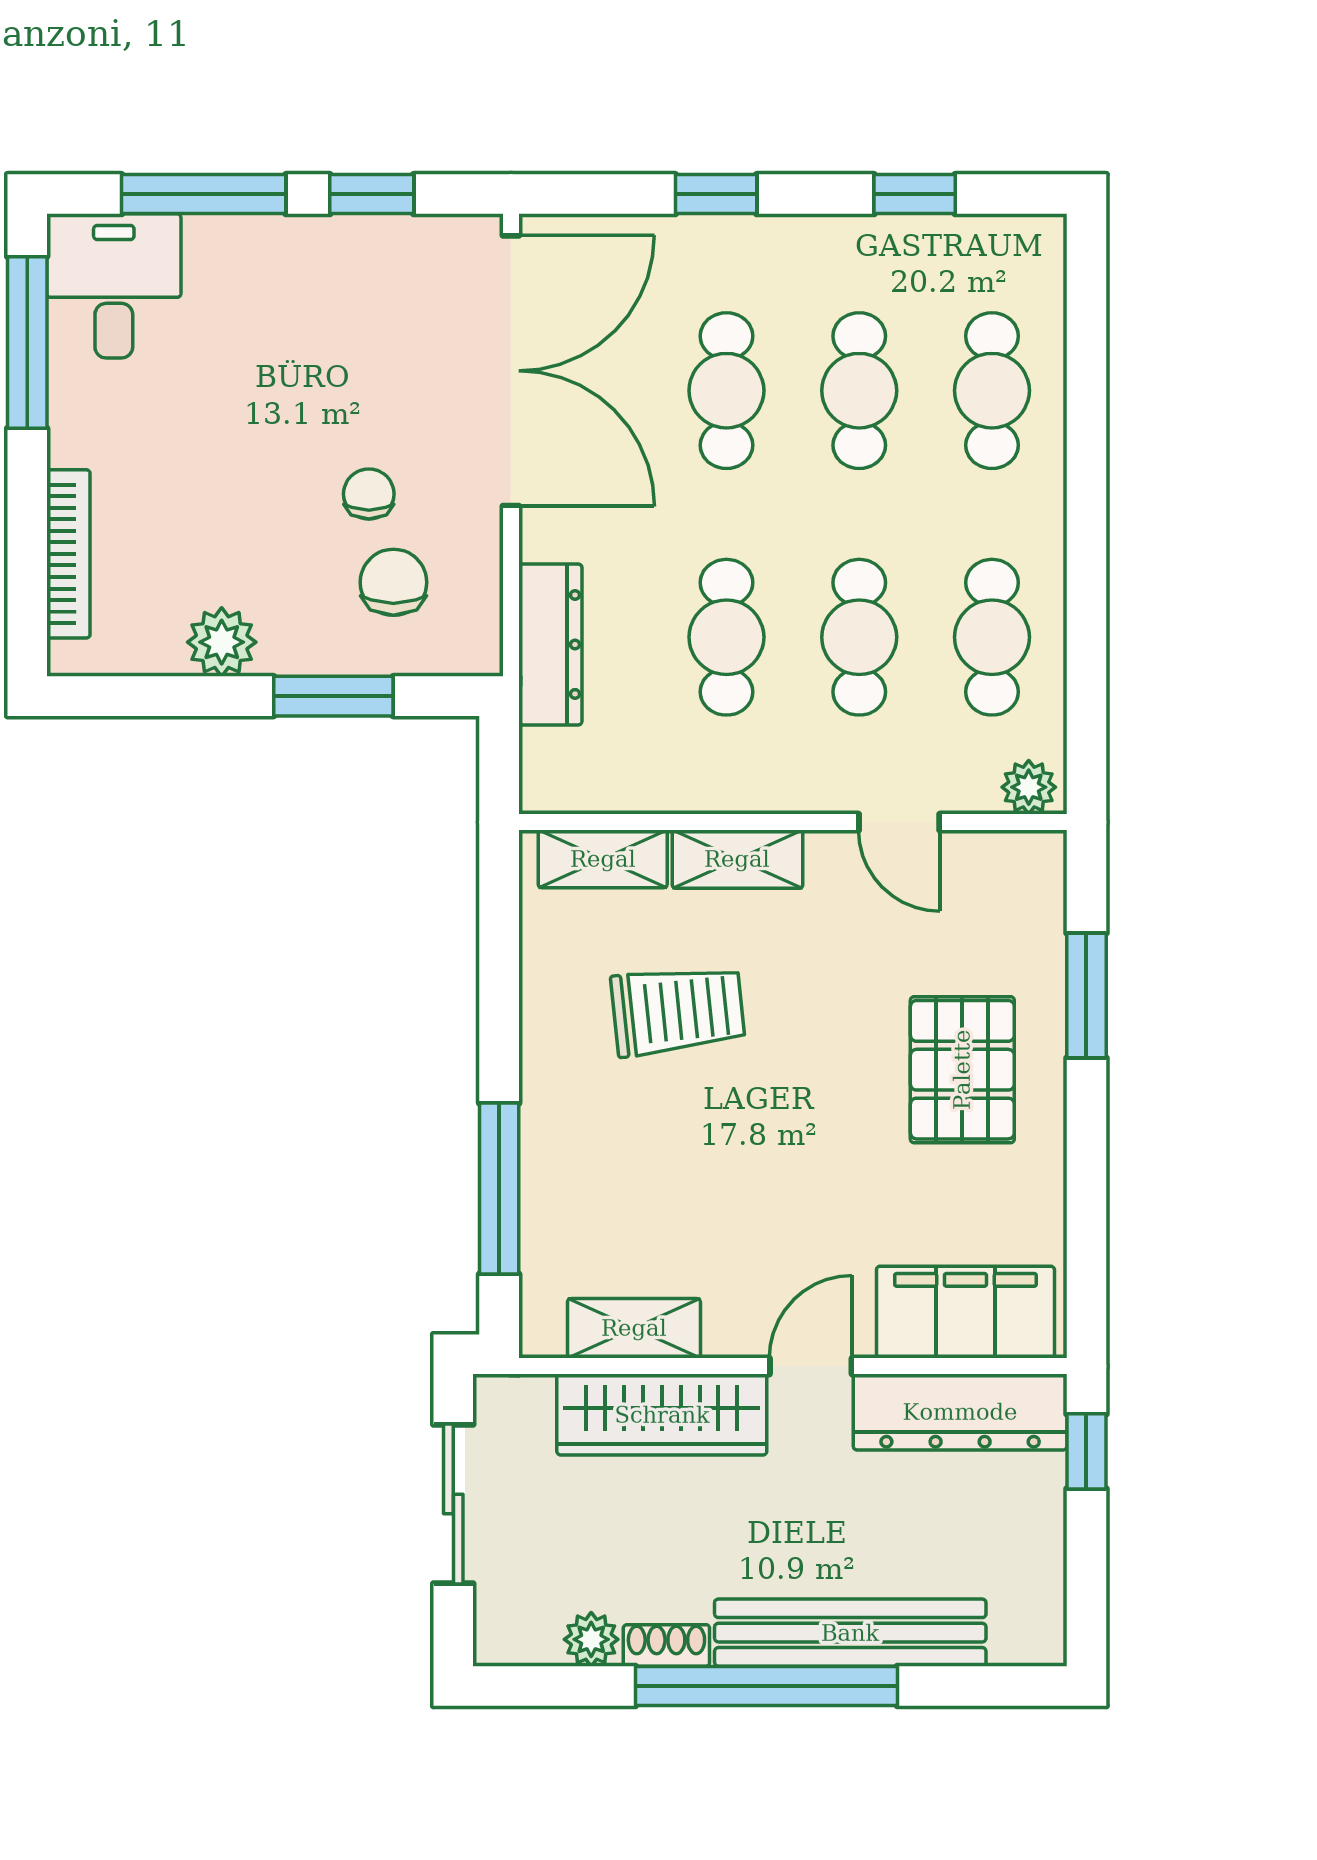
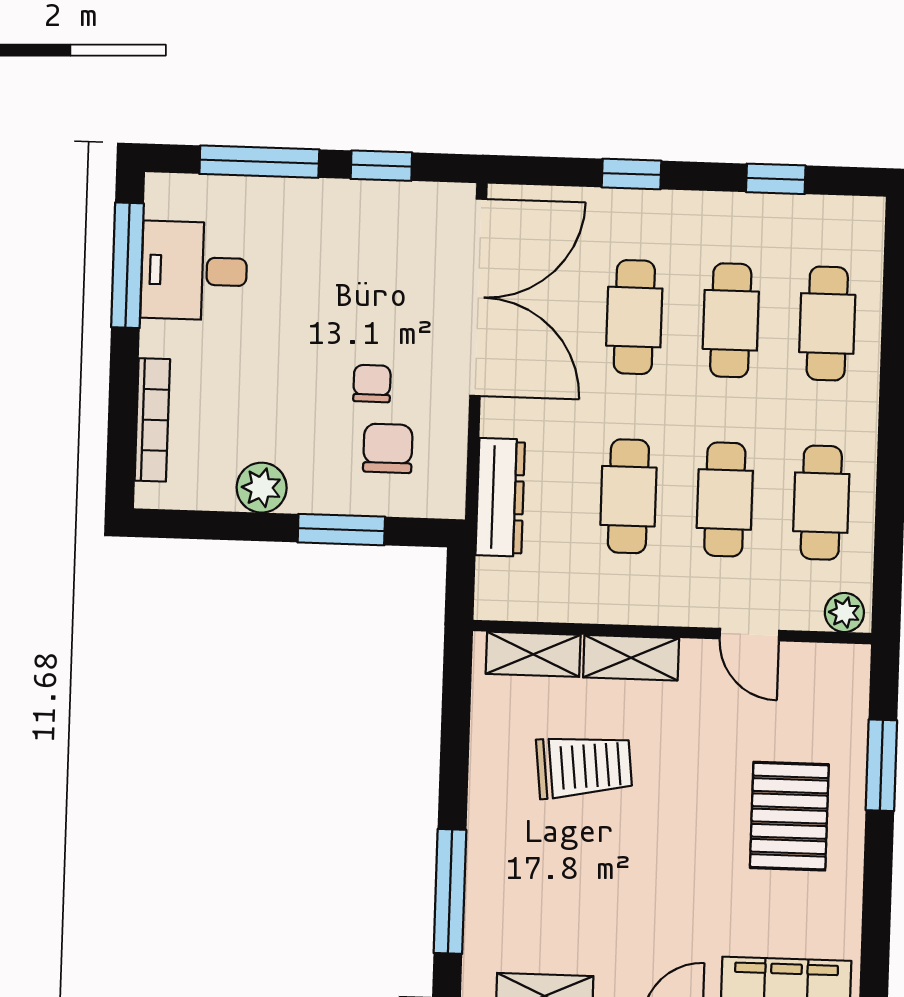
desk: (114, 286) -> (194, 271), moved, turned -90

